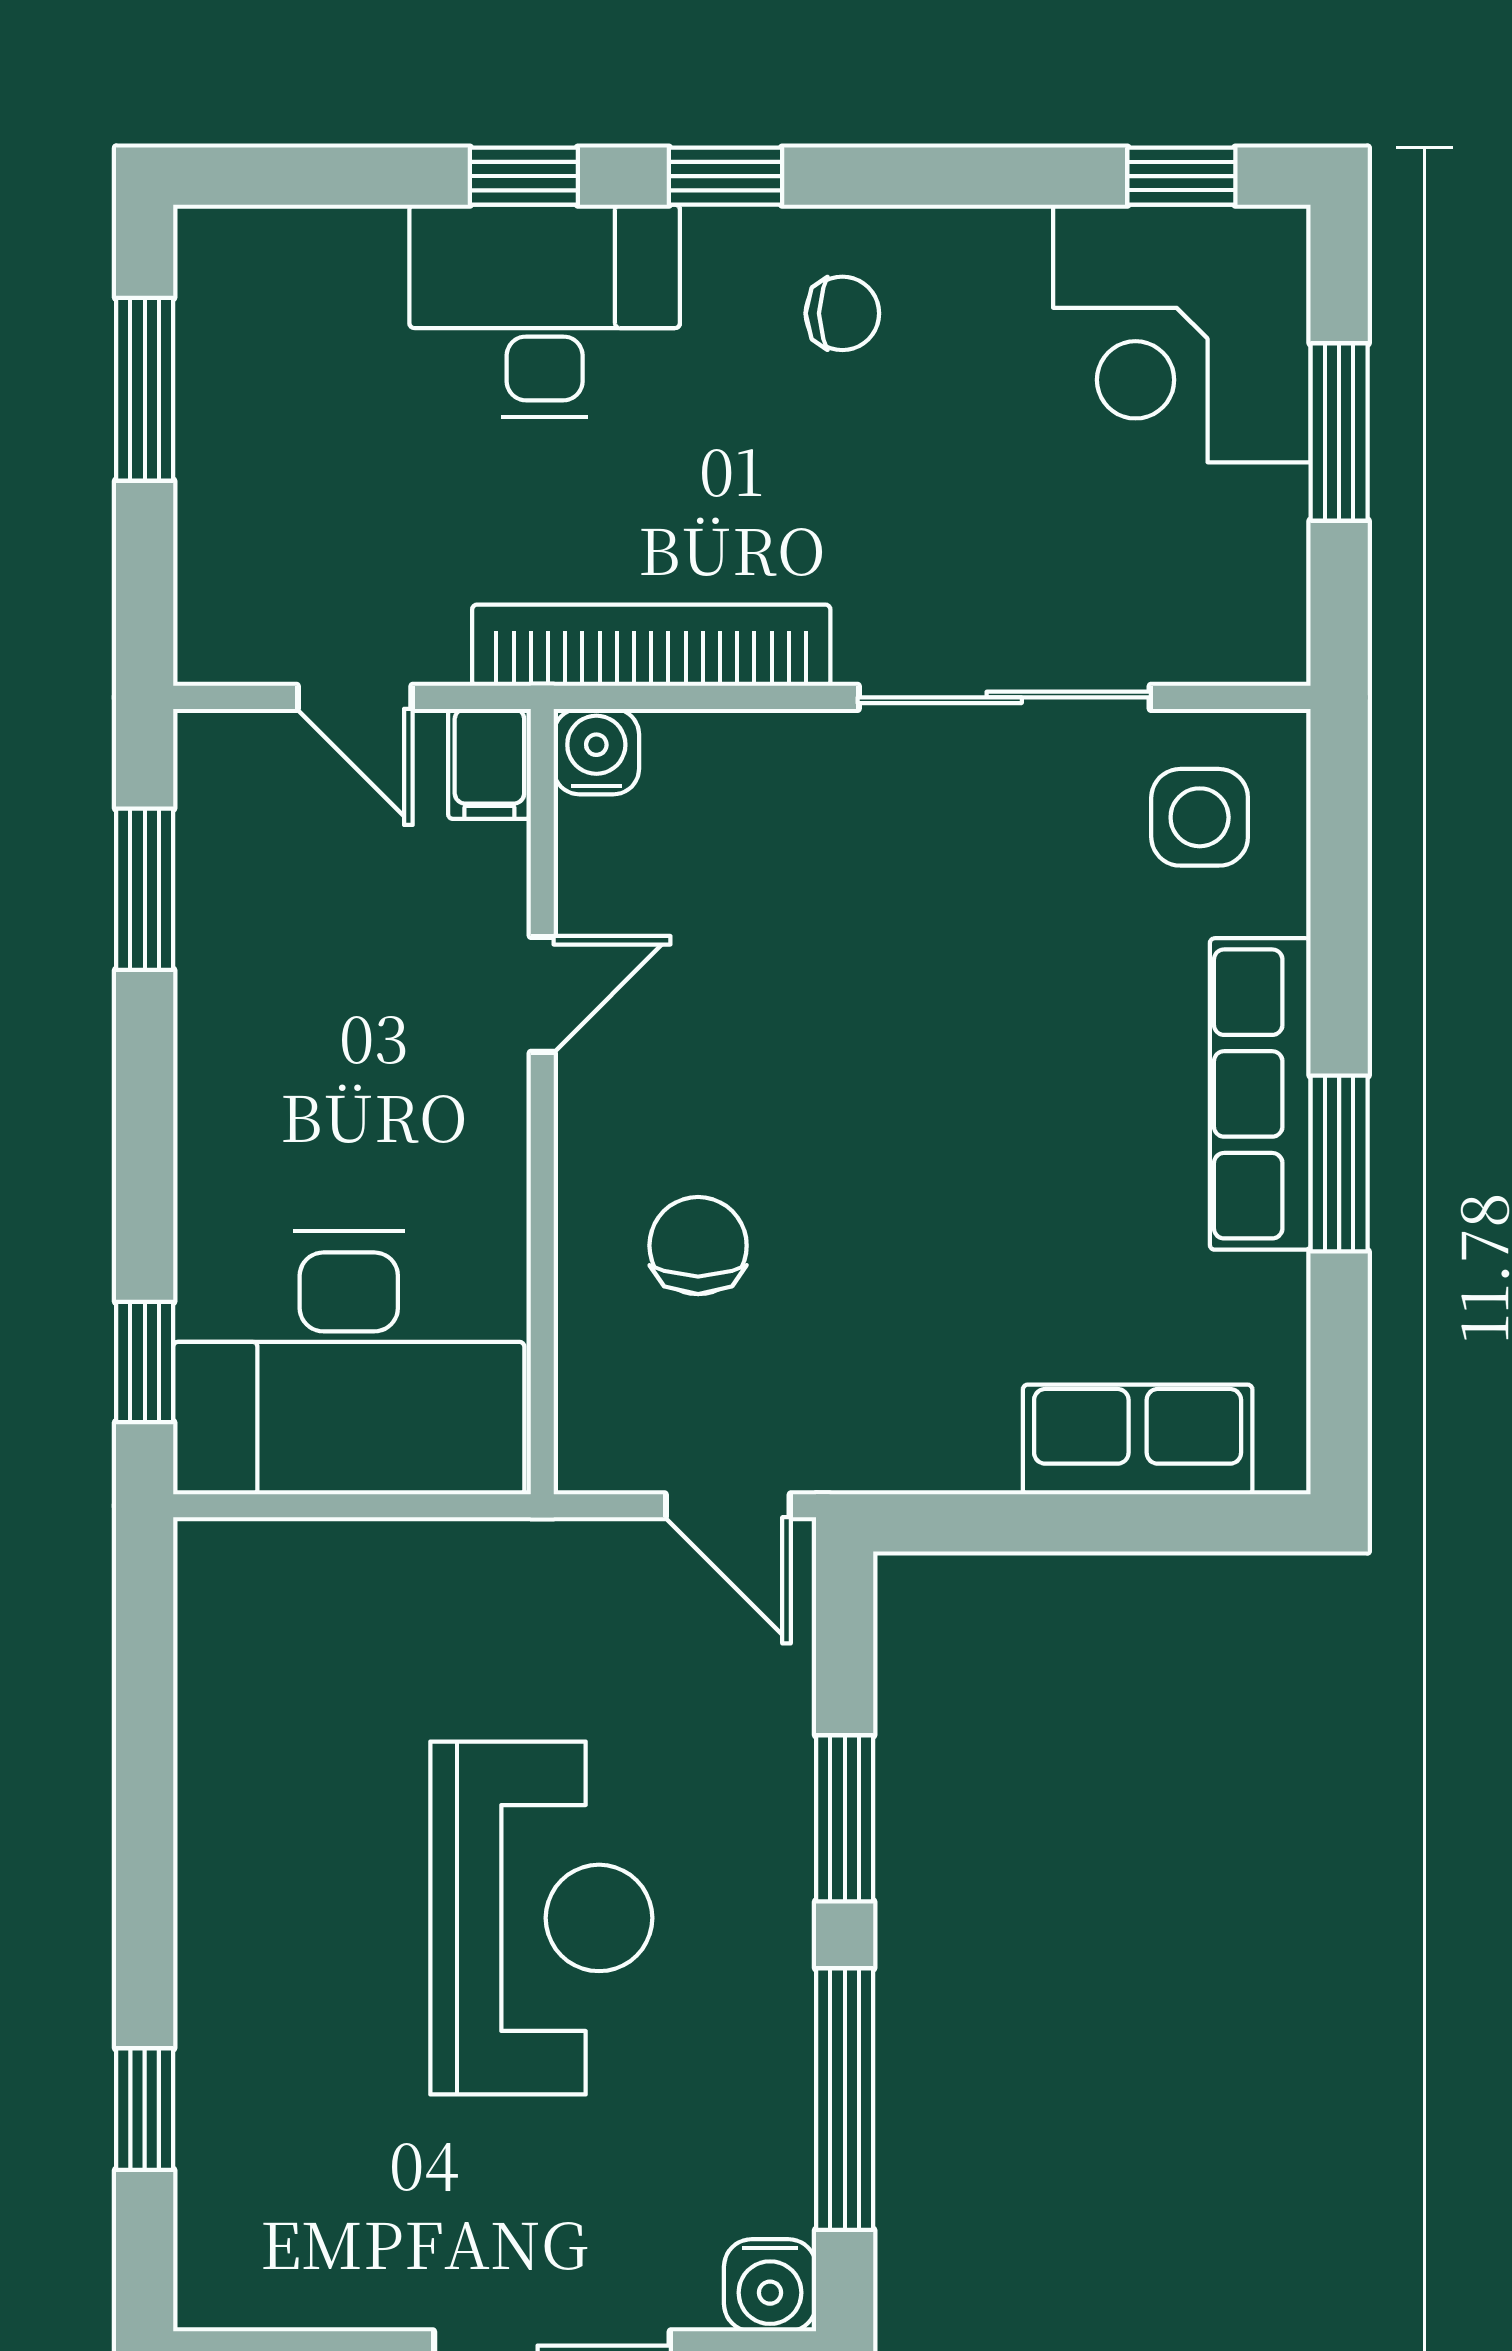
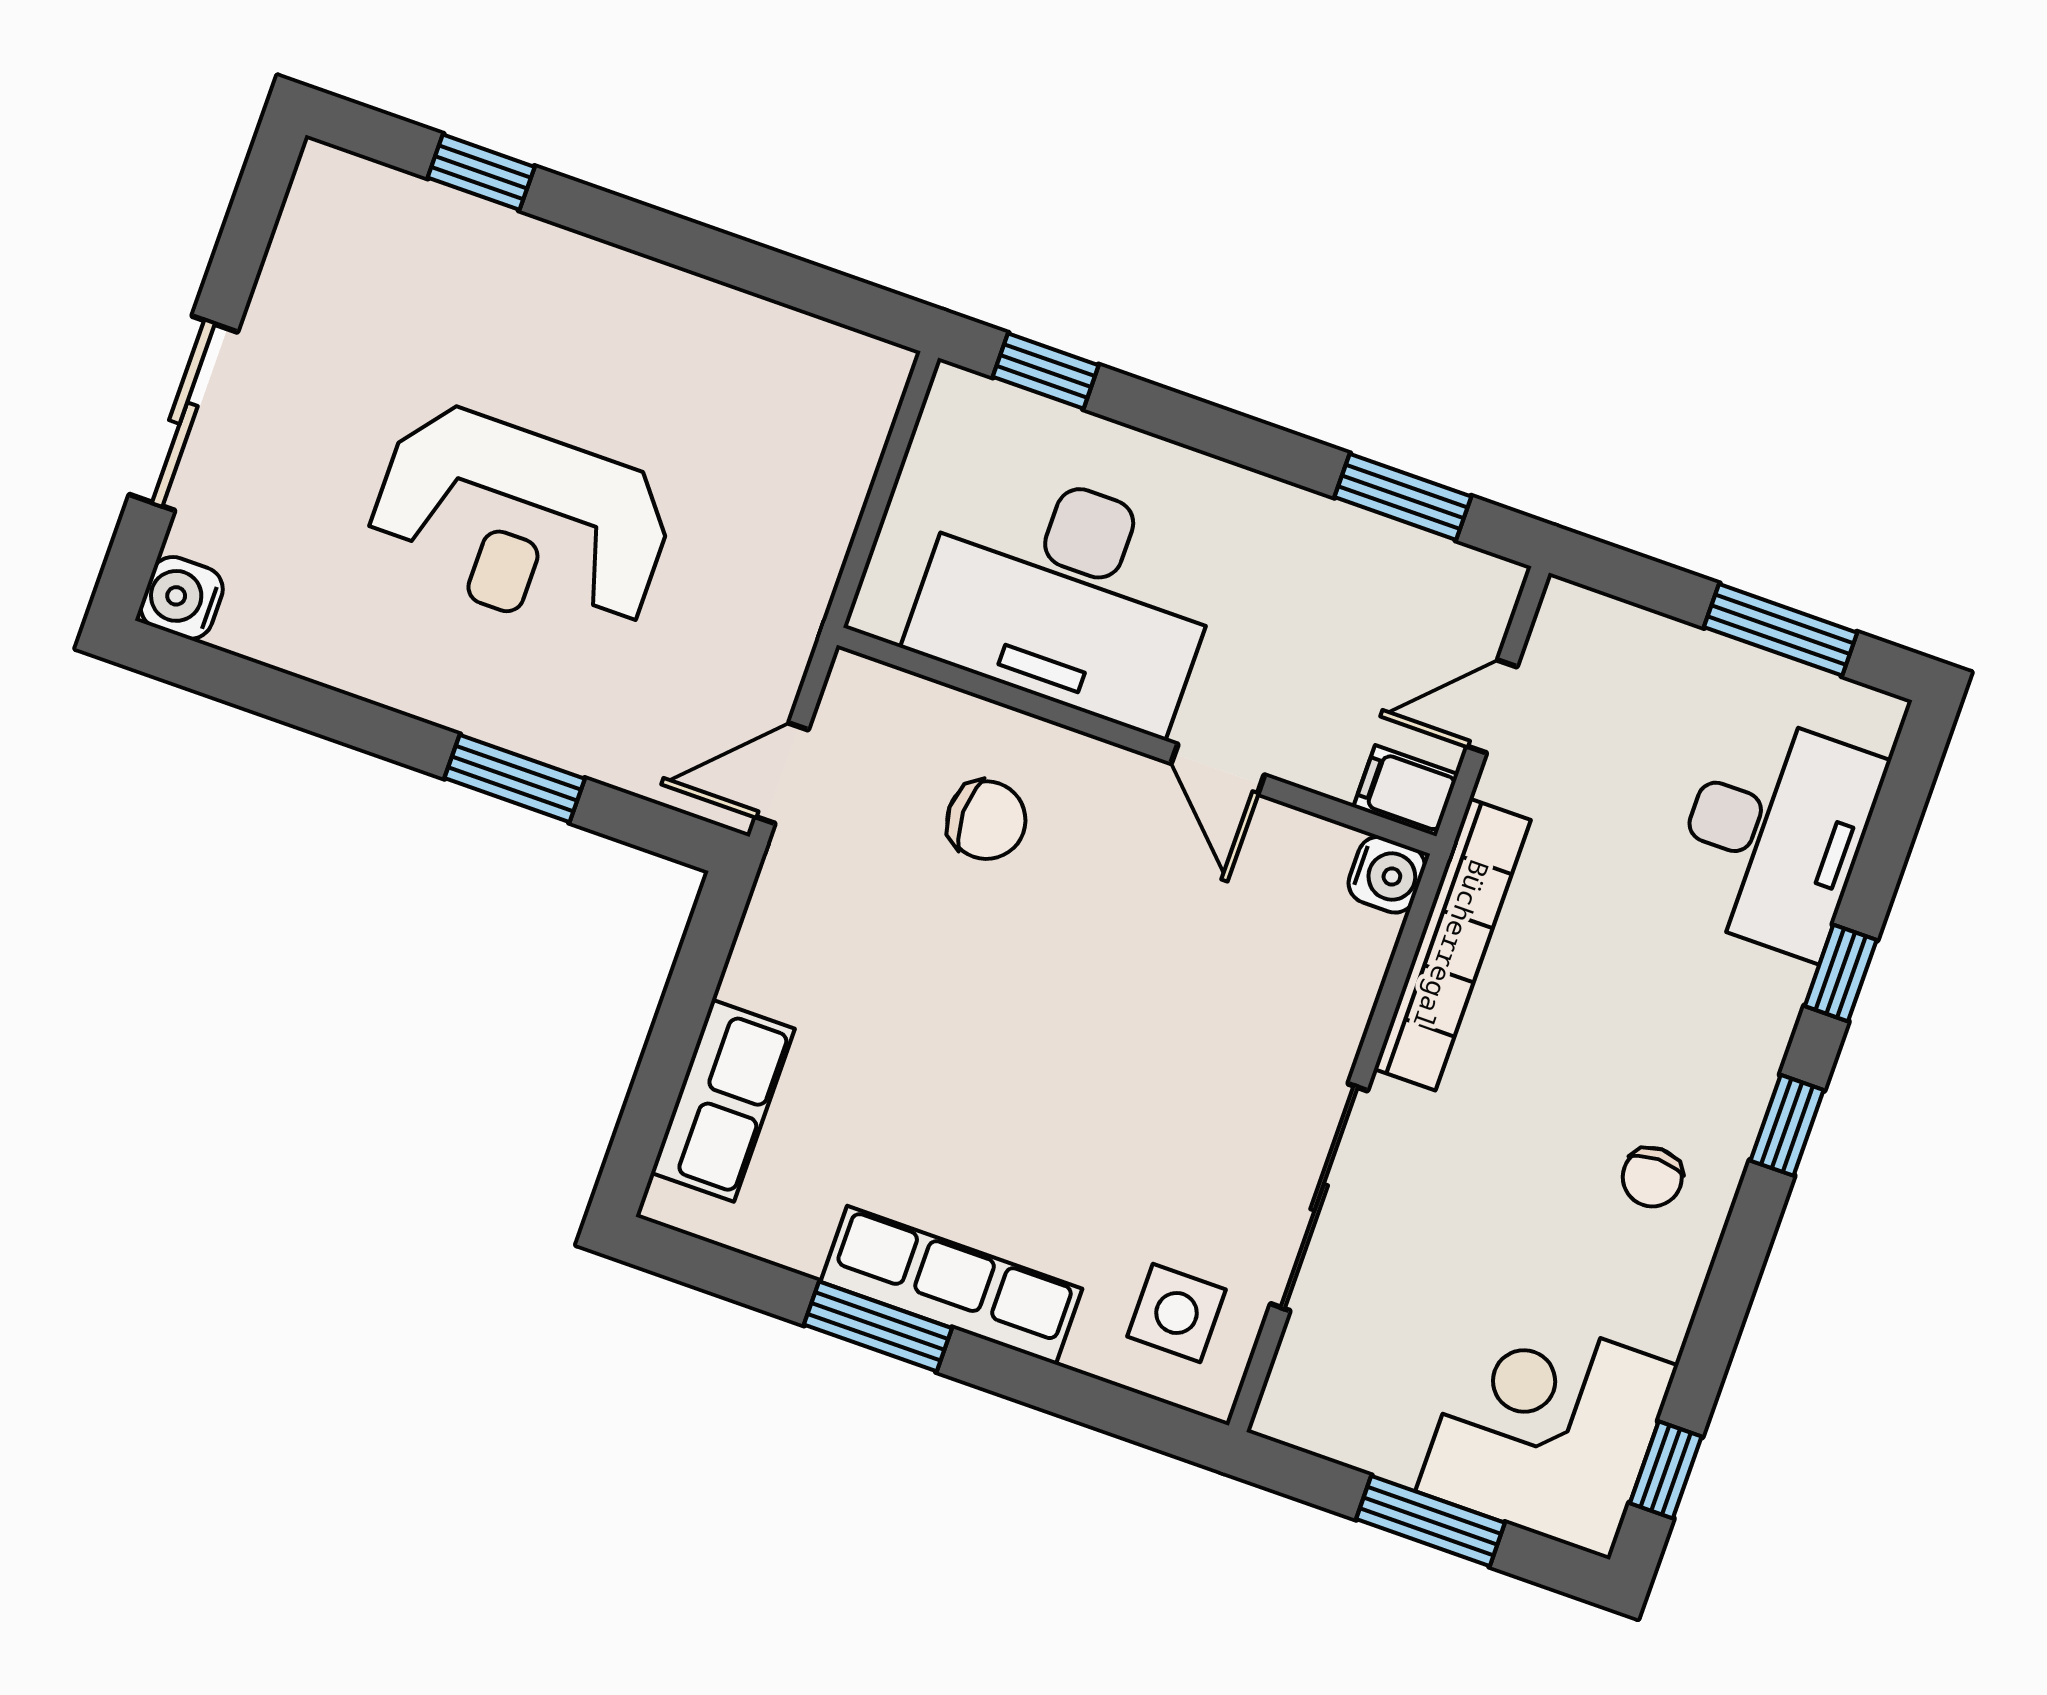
desk: (545, 311) -> (1775, 834), moved
desk: (349, 1363) -> (1068, 595), moved, turned -90
window: (845, 2099) -> (302, 704), removed

